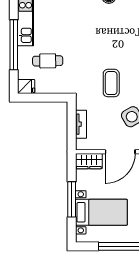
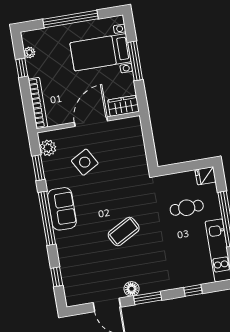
coffee table: (111, 83) -> (124, 231), moved, turned 61
tv unit: (81, 124) -> (139, 145), removed

